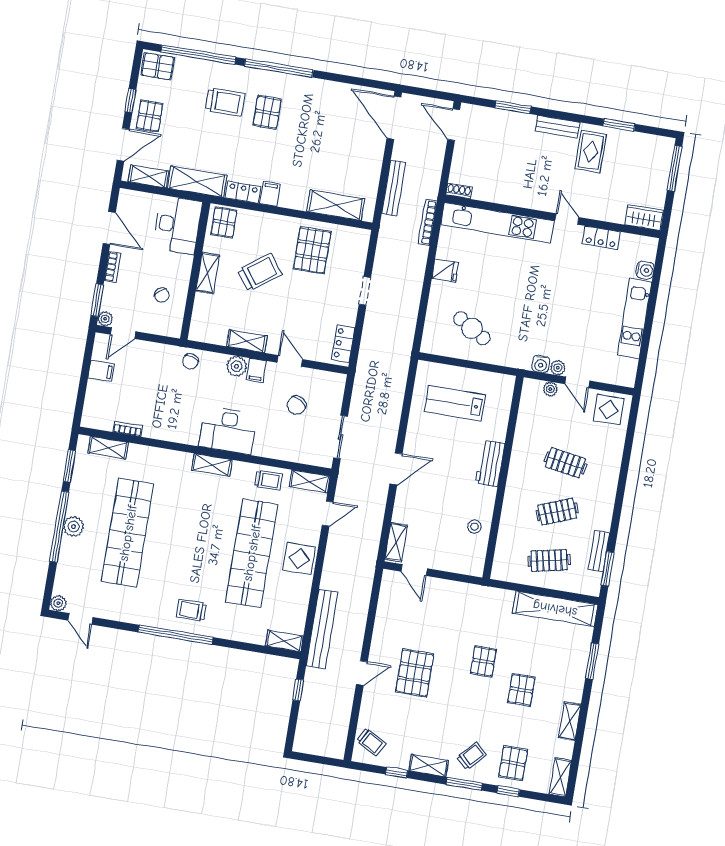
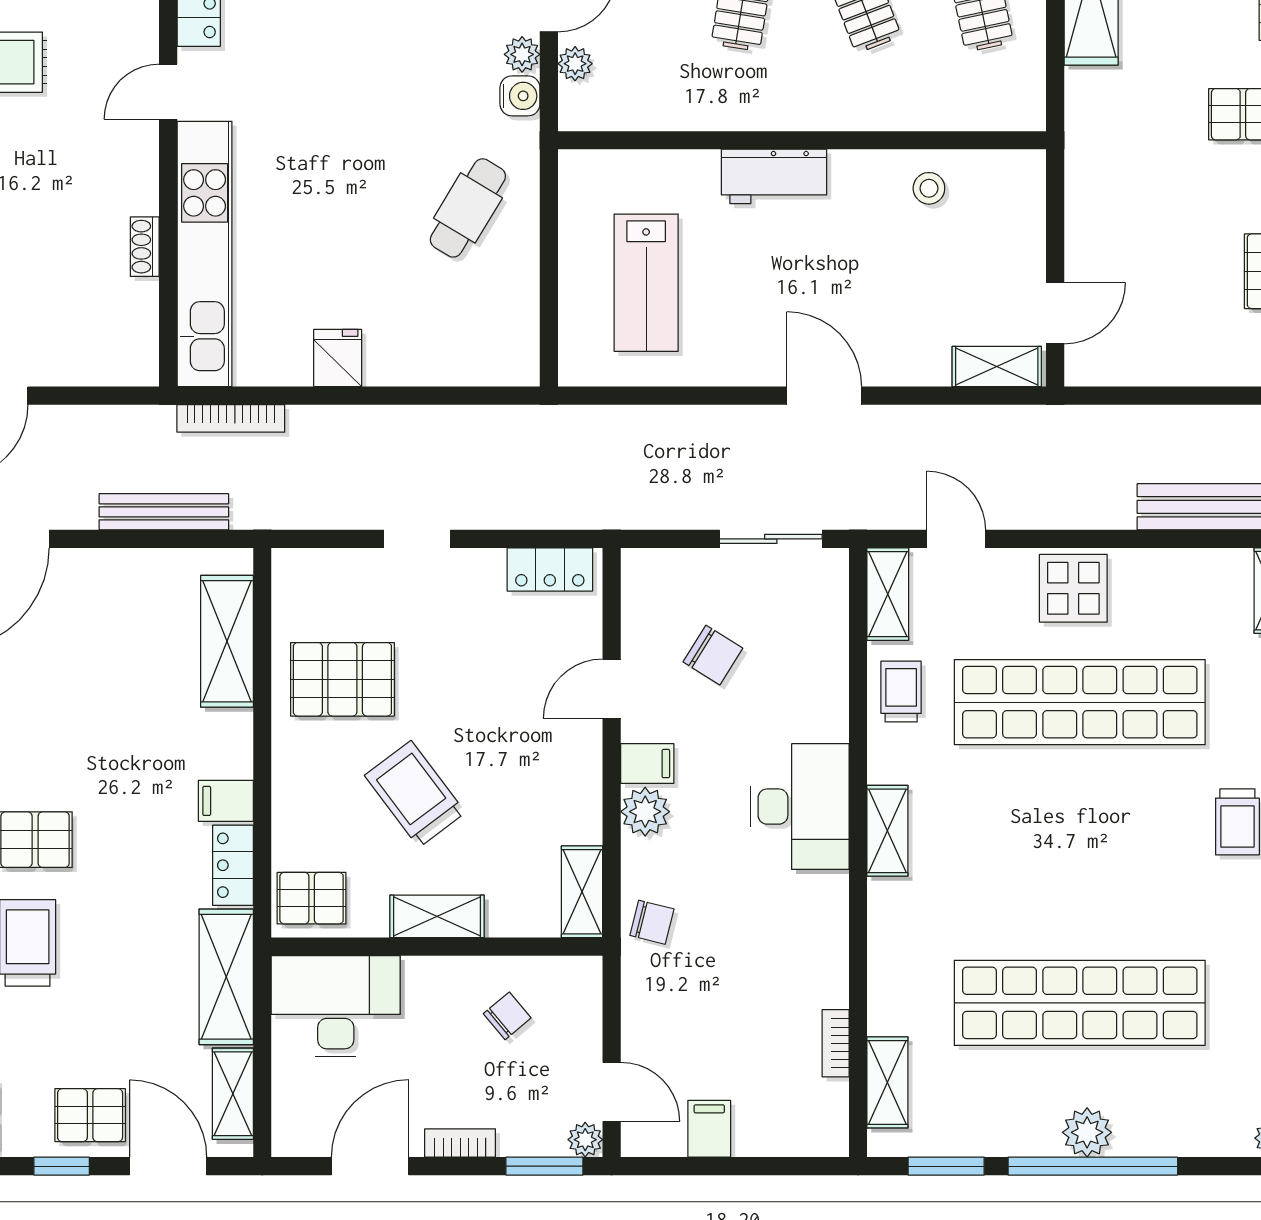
shoe rack: (459, 191) -> (145, 247), moved
cafe table: (472, 328) -> (468, 208), moved
shelving: (247, 341) -> (582, 892), moved

